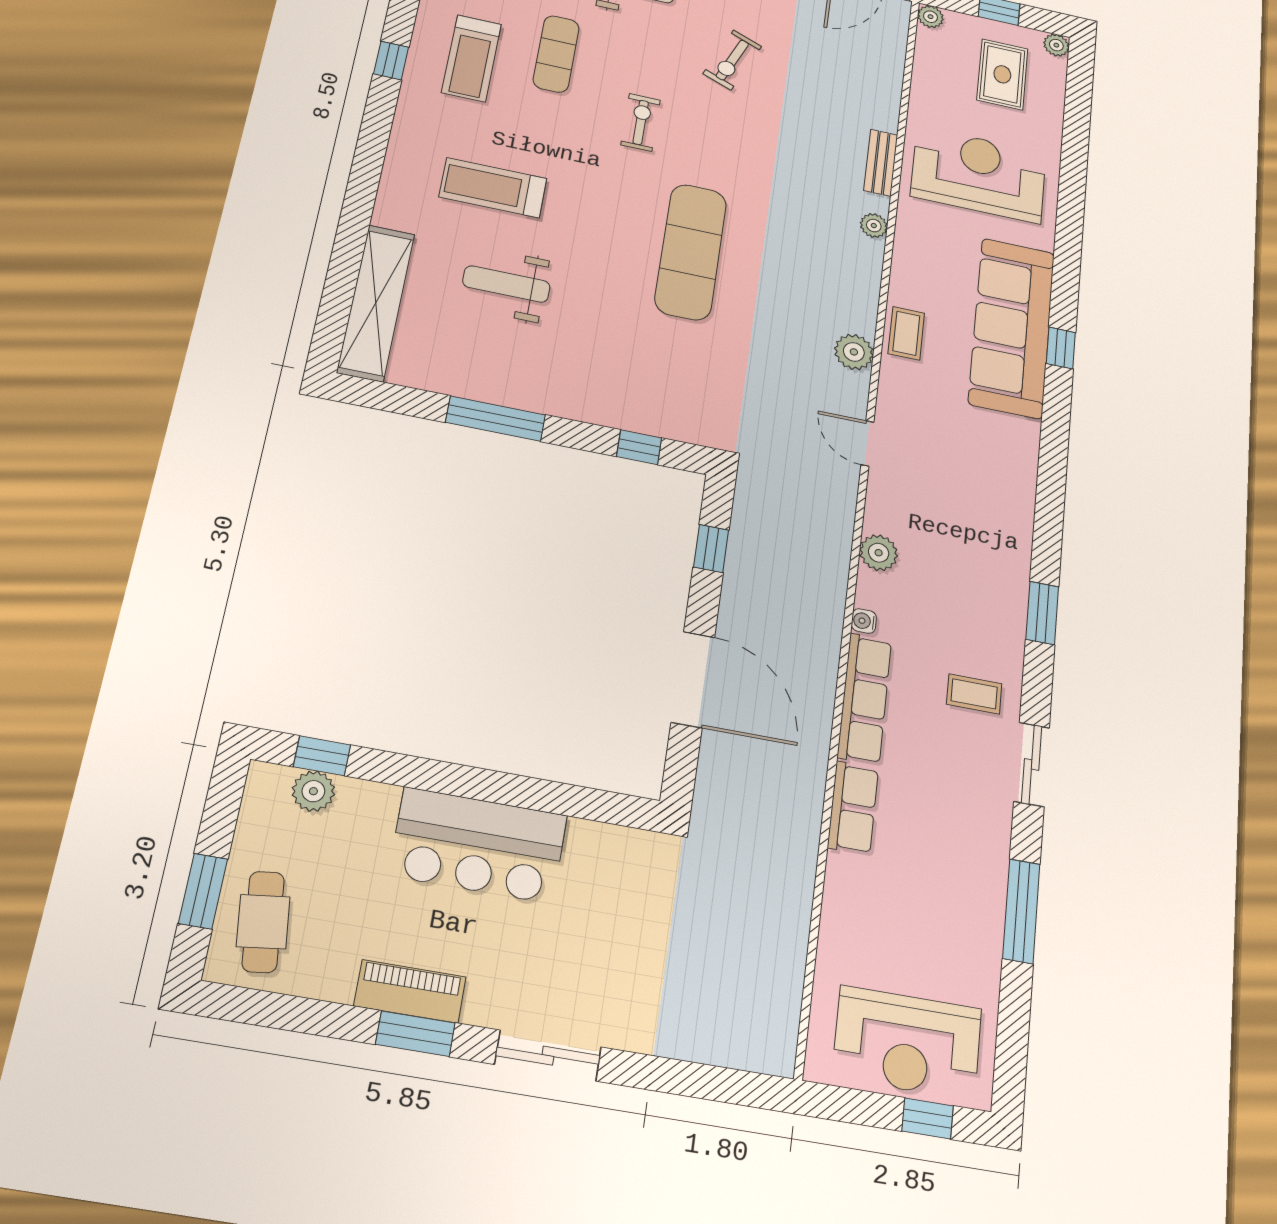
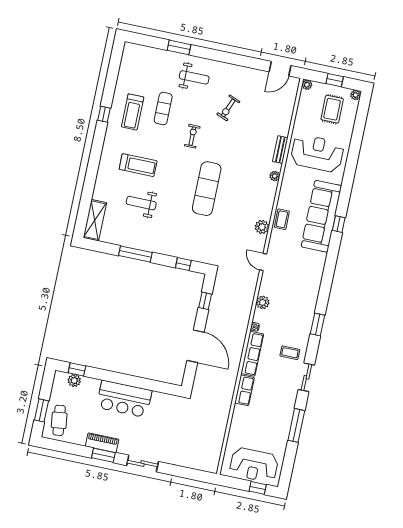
treadmill: (493, 188) -> (138, 165), turned 180
shelving: (376, 303) -> (95, 220), width x0.68

